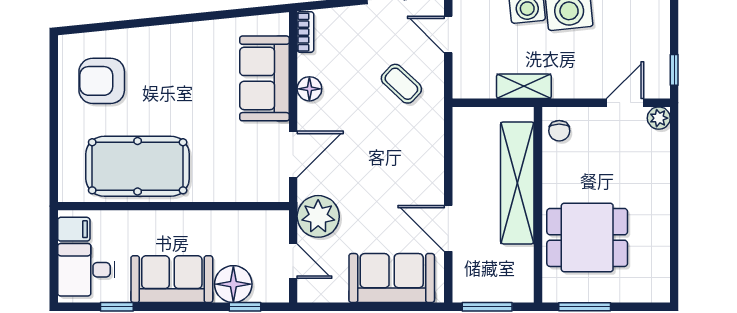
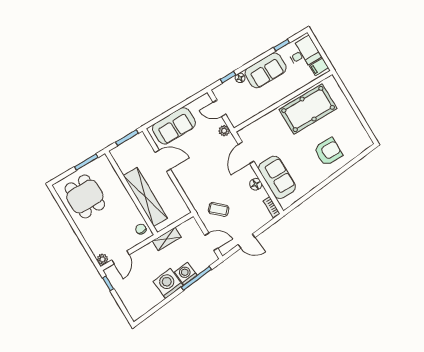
armchair: (102, 81) -> (328, 152), moved
plant: (318, 216) -> (224, 131), width x0.53, depth x0.53
dining table: (587, 237) -> (85, 196), moved, turned 90
floor lamp: (233, 284) -> (240, 78), width x0.53, depth x0.53

